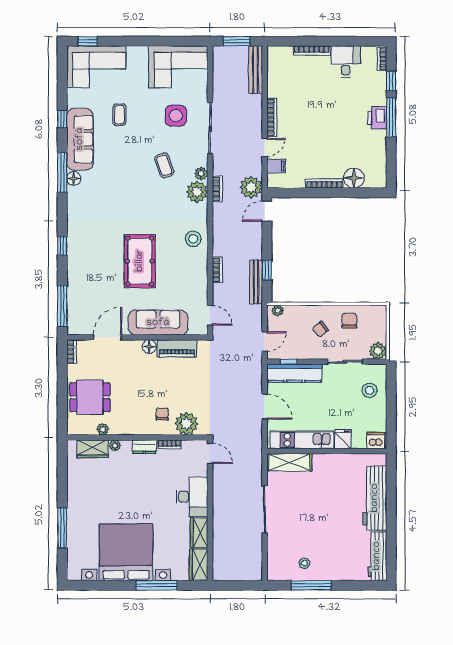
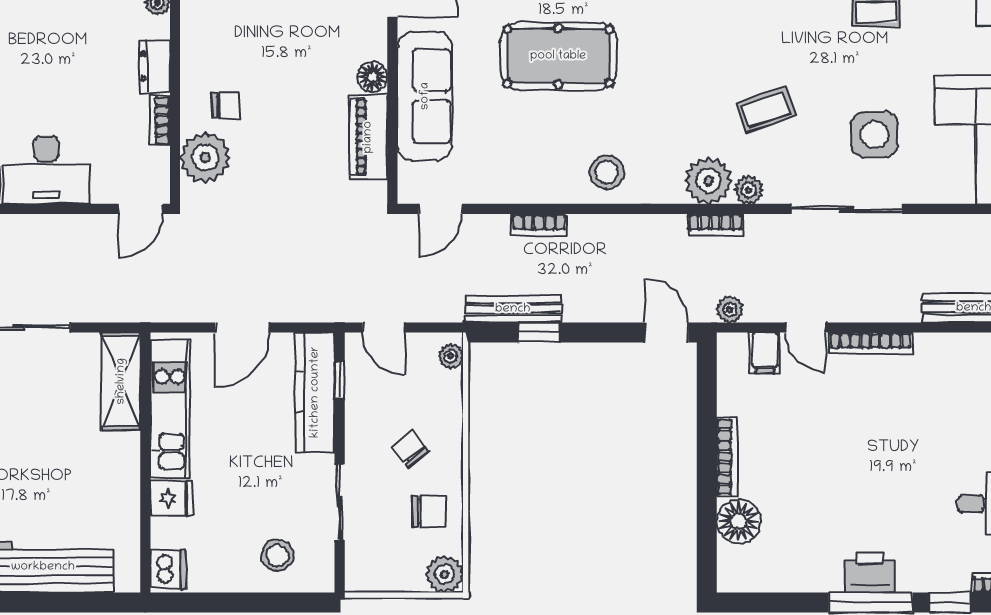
plant: (251, 187) -> (730, 310), width x0.53, depth x0.53
plant: (378, 351) -> (445, 574), moved

